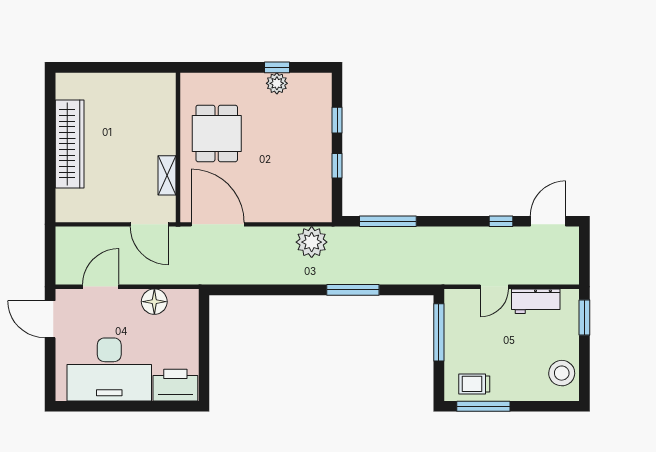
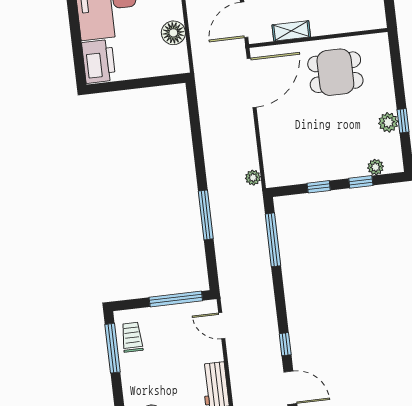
plant: (323, 103) -> (376, 167), added
plant: (312, 242) -> (253, 178), width x0.53, depth x0.53
door: (494, 287) -> (222, 326), moved

